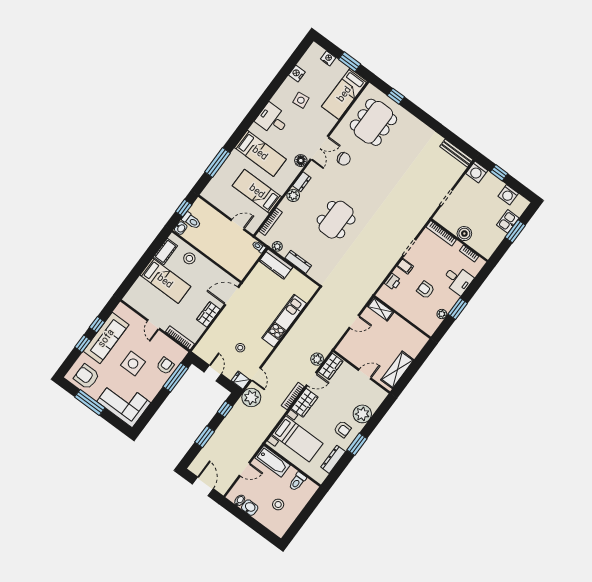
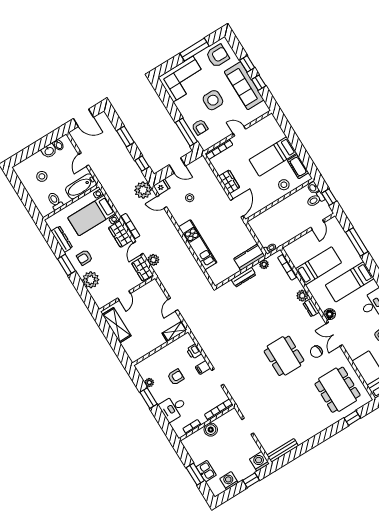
dining table: (336, 220) -> (284, 356), moved
door: (238, 225) -> (317, 225), moved

